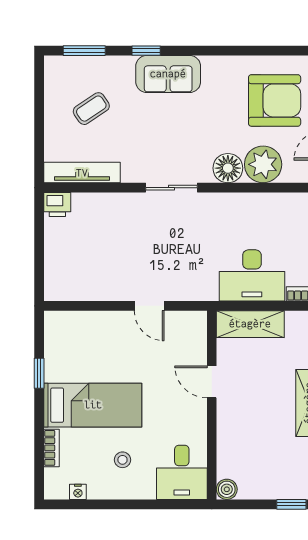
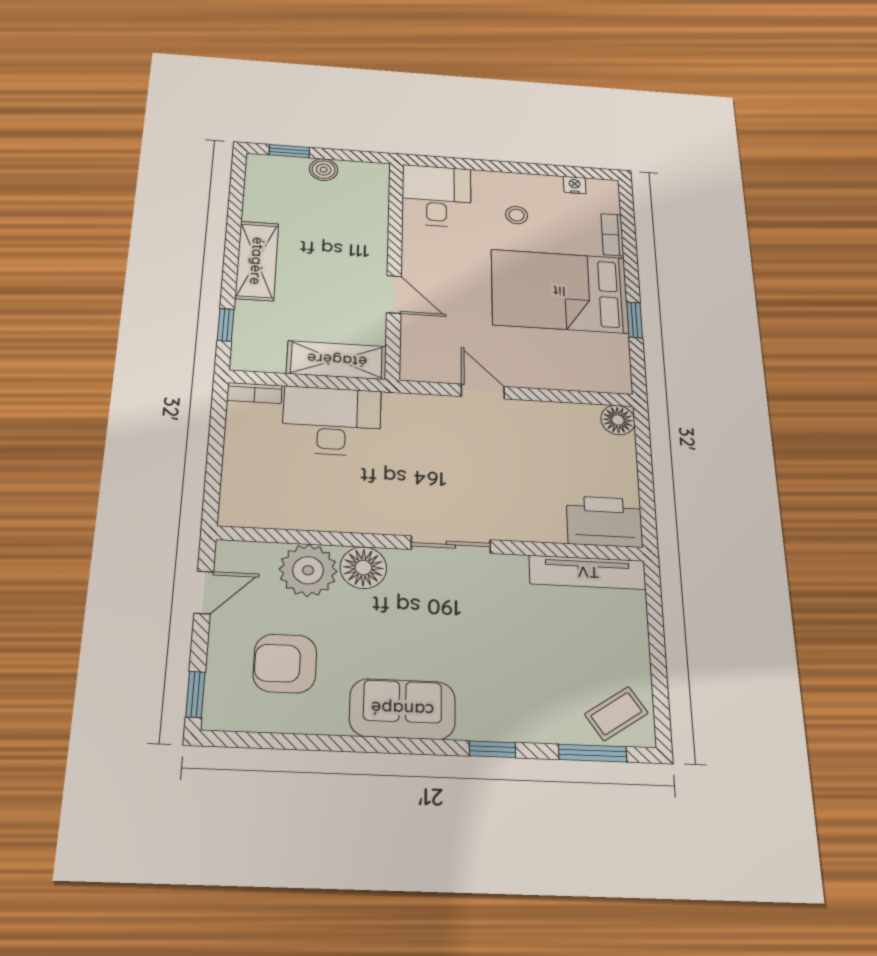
sofa: (168, 74) -> (402, 709), moved
armchair: (275, 100) -> (285, 663), width x0.73, depth x0.73
coffee table: (91, 109) -> (616, 714), moved
printer: (57, 204) -> (605, 522), width x1.87, depth x1.48
floor lamp: (56, 289) -> (618, 420), added
bed: (93, 405) -> (559, 291), width x1.50
boiler: (227, 489) -> (324, 170), moved

